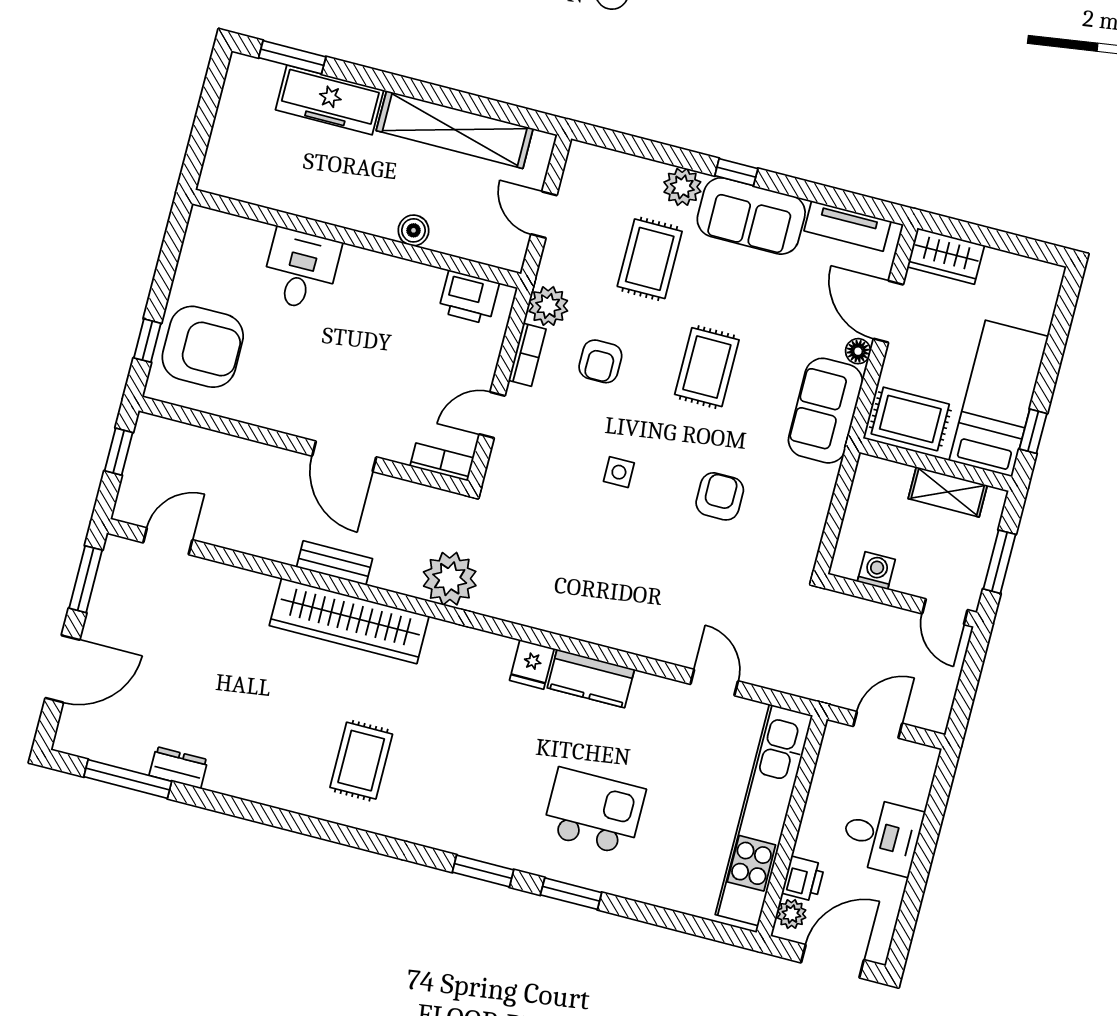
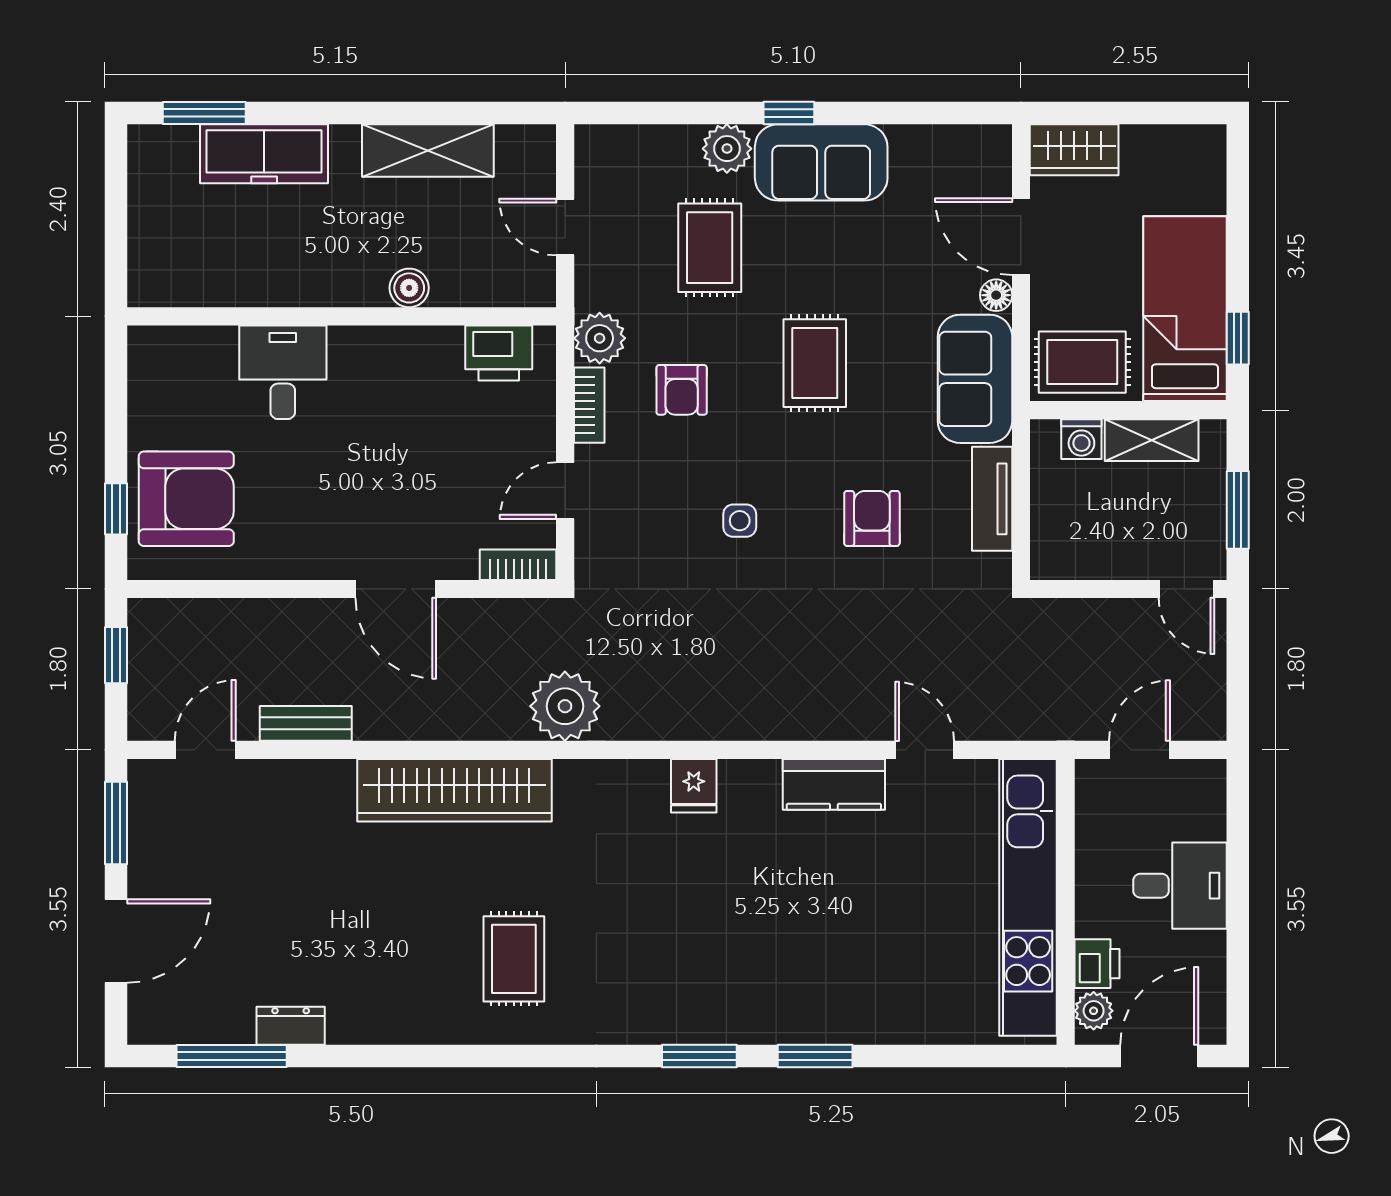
shelving: (455, 130) -> (428, 150), width x0.68
tv unit: (847, 226) -> (992, 499), moved, turned 90
bench: (335, 563) -> (306, 723), moved
washing machine: (876, 571) -> (1081, 439), moved, turned 180
kitchen counter: (591, 679) -> (834, 784), moved
kitchen island: (594, 811) -> (817, 947), removed

